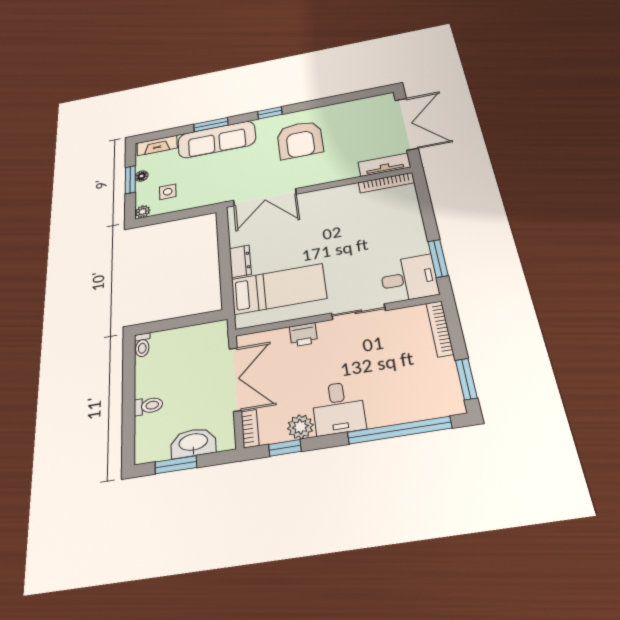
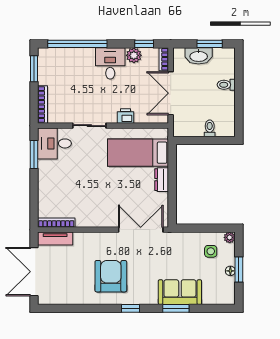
sofa: (217, 140) -> (180, 292), width x0.73
fireplace: (157, 145) -> (218, 298), removed
toilet: (142, 345) -> (210, 128), moved

